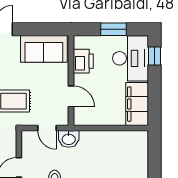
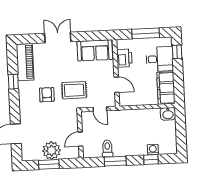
window: (113, 29) -> (146, 33), width x1.44
desk: (131, 58) -> (160, 59), width x0.73
washbasin: (69, 139) -> (168, 114), moved

